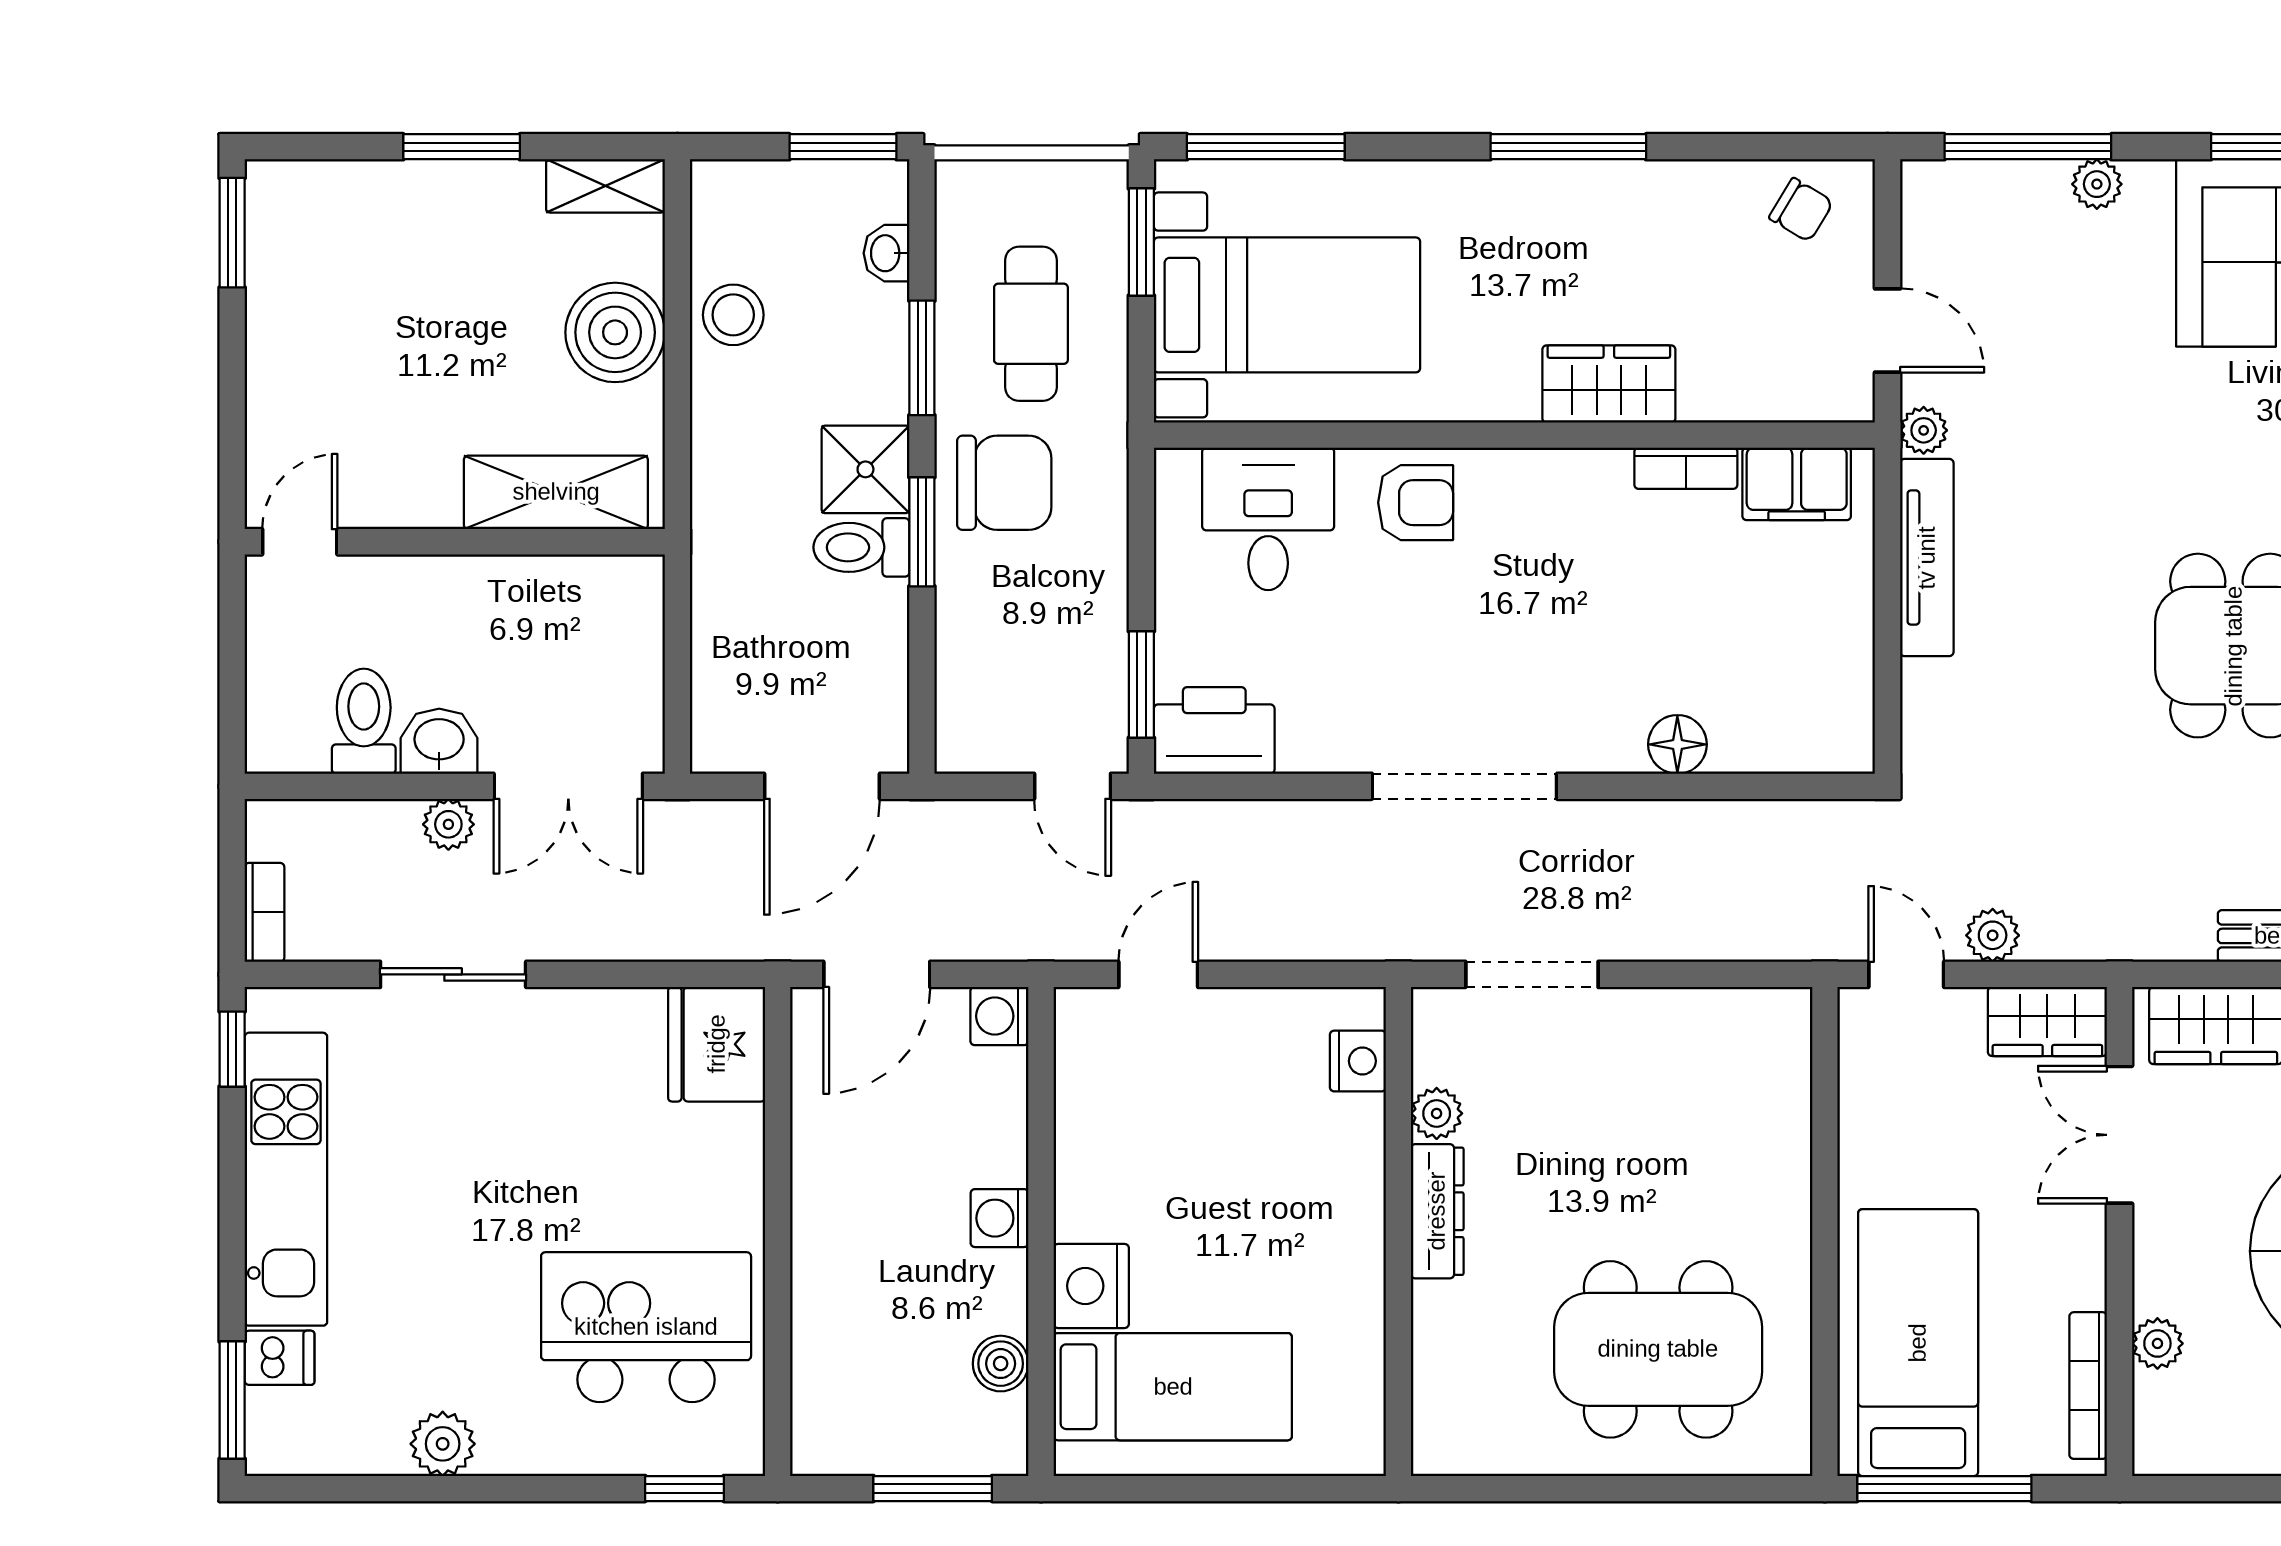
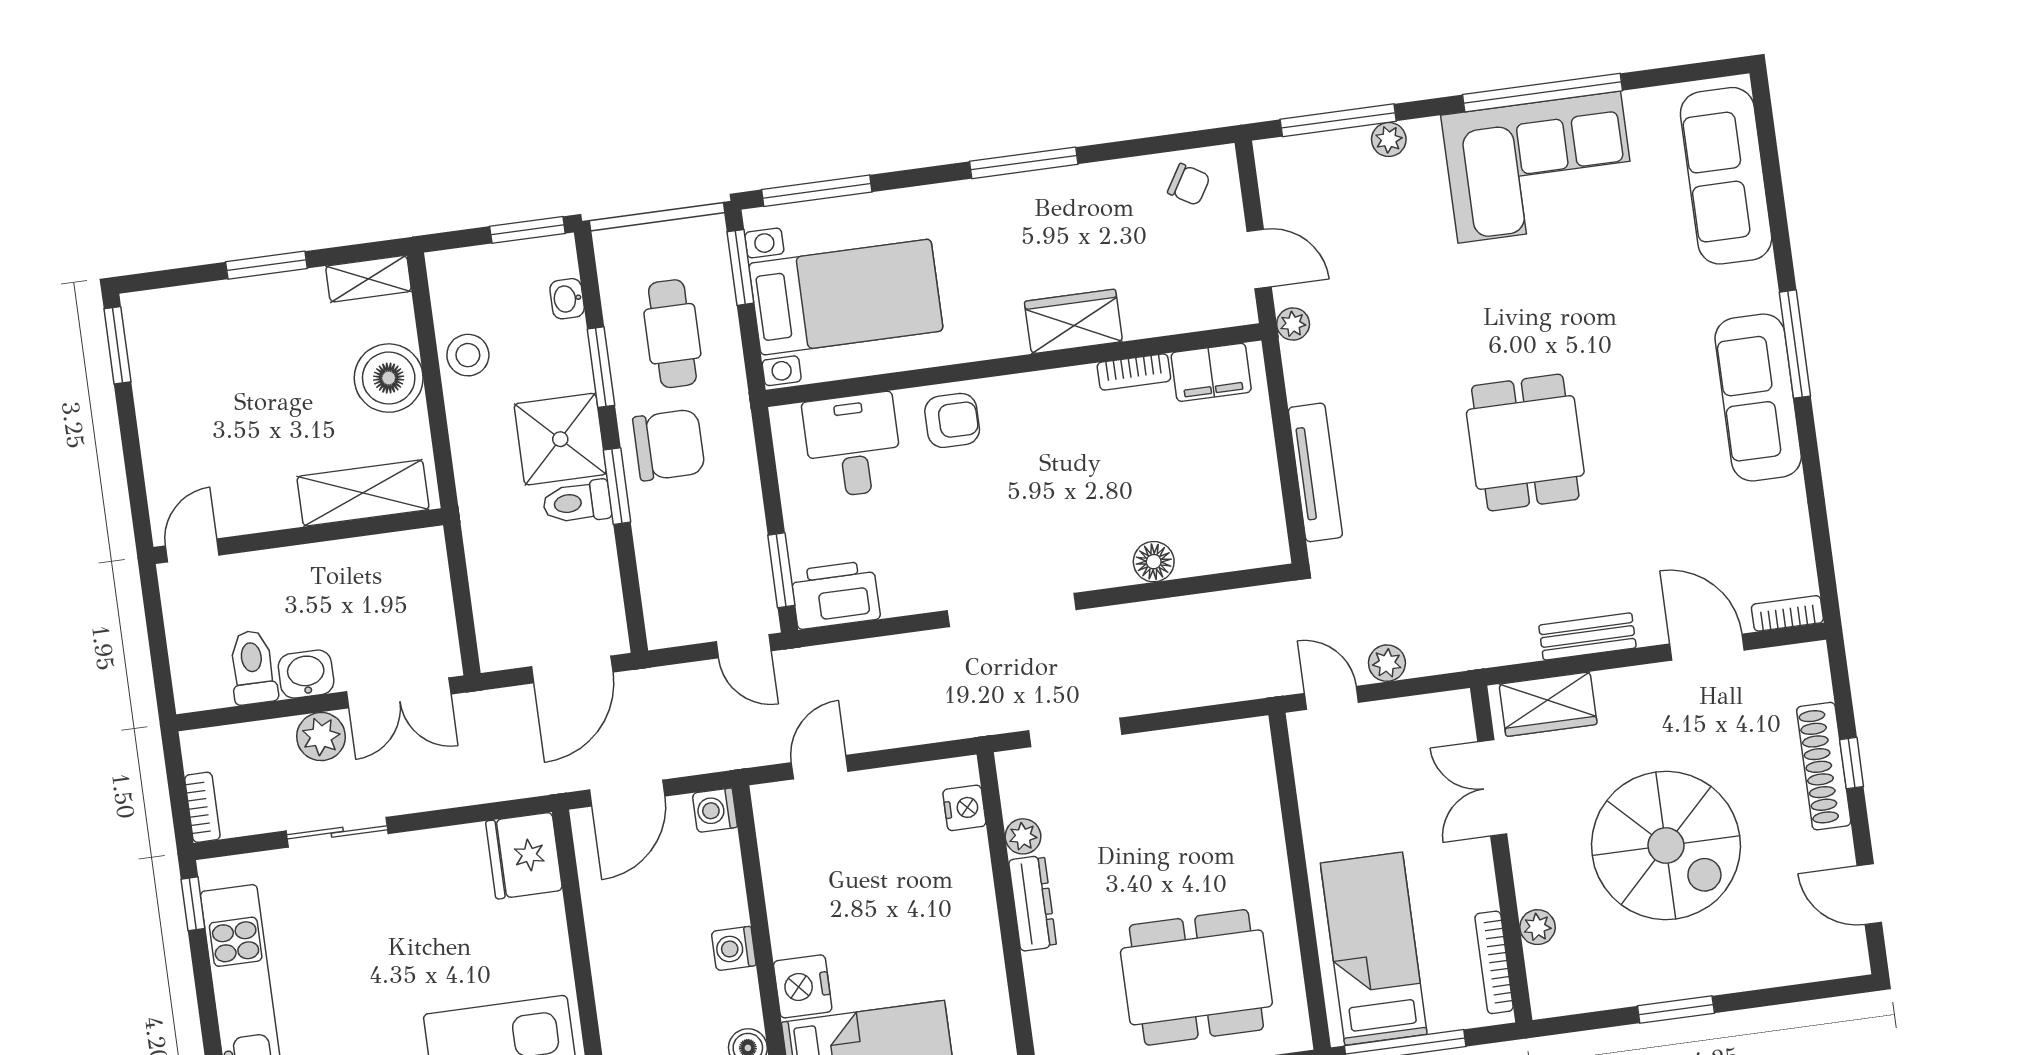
shower: (865, 469) -> (560, 439), width x1.36, depth x1.36
tv unit: (1927, 558) -> (1315, 472), moved
plant: (448, 824) -> (321, 737), width x1.38, depth x1.38
wardrobe: (2047, 1021) -> (1432, 717), removed

